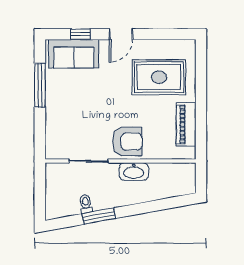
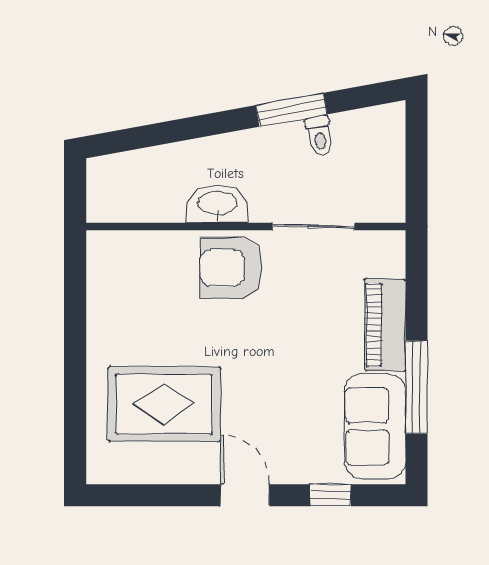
door: (121, 34) -> (245, 495), hinge flipped
sofa: (74, 54) -> (375, 426), moved, turned -90
piano: (186, 124) -> (385, 325), moved, turned 180

